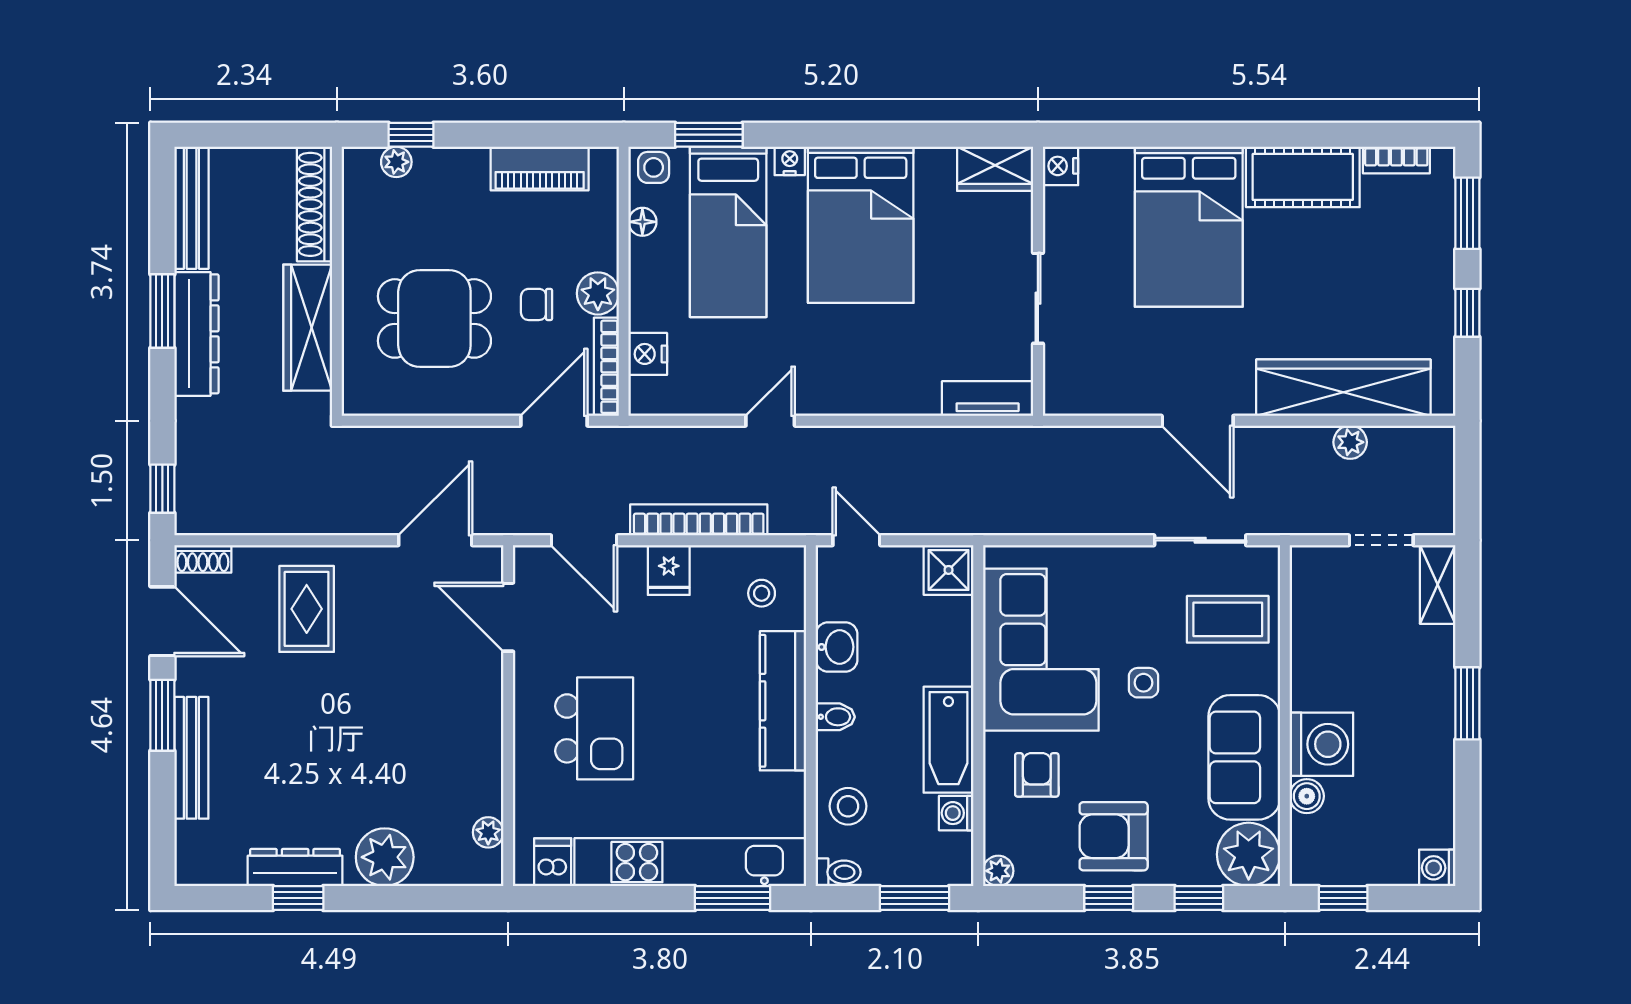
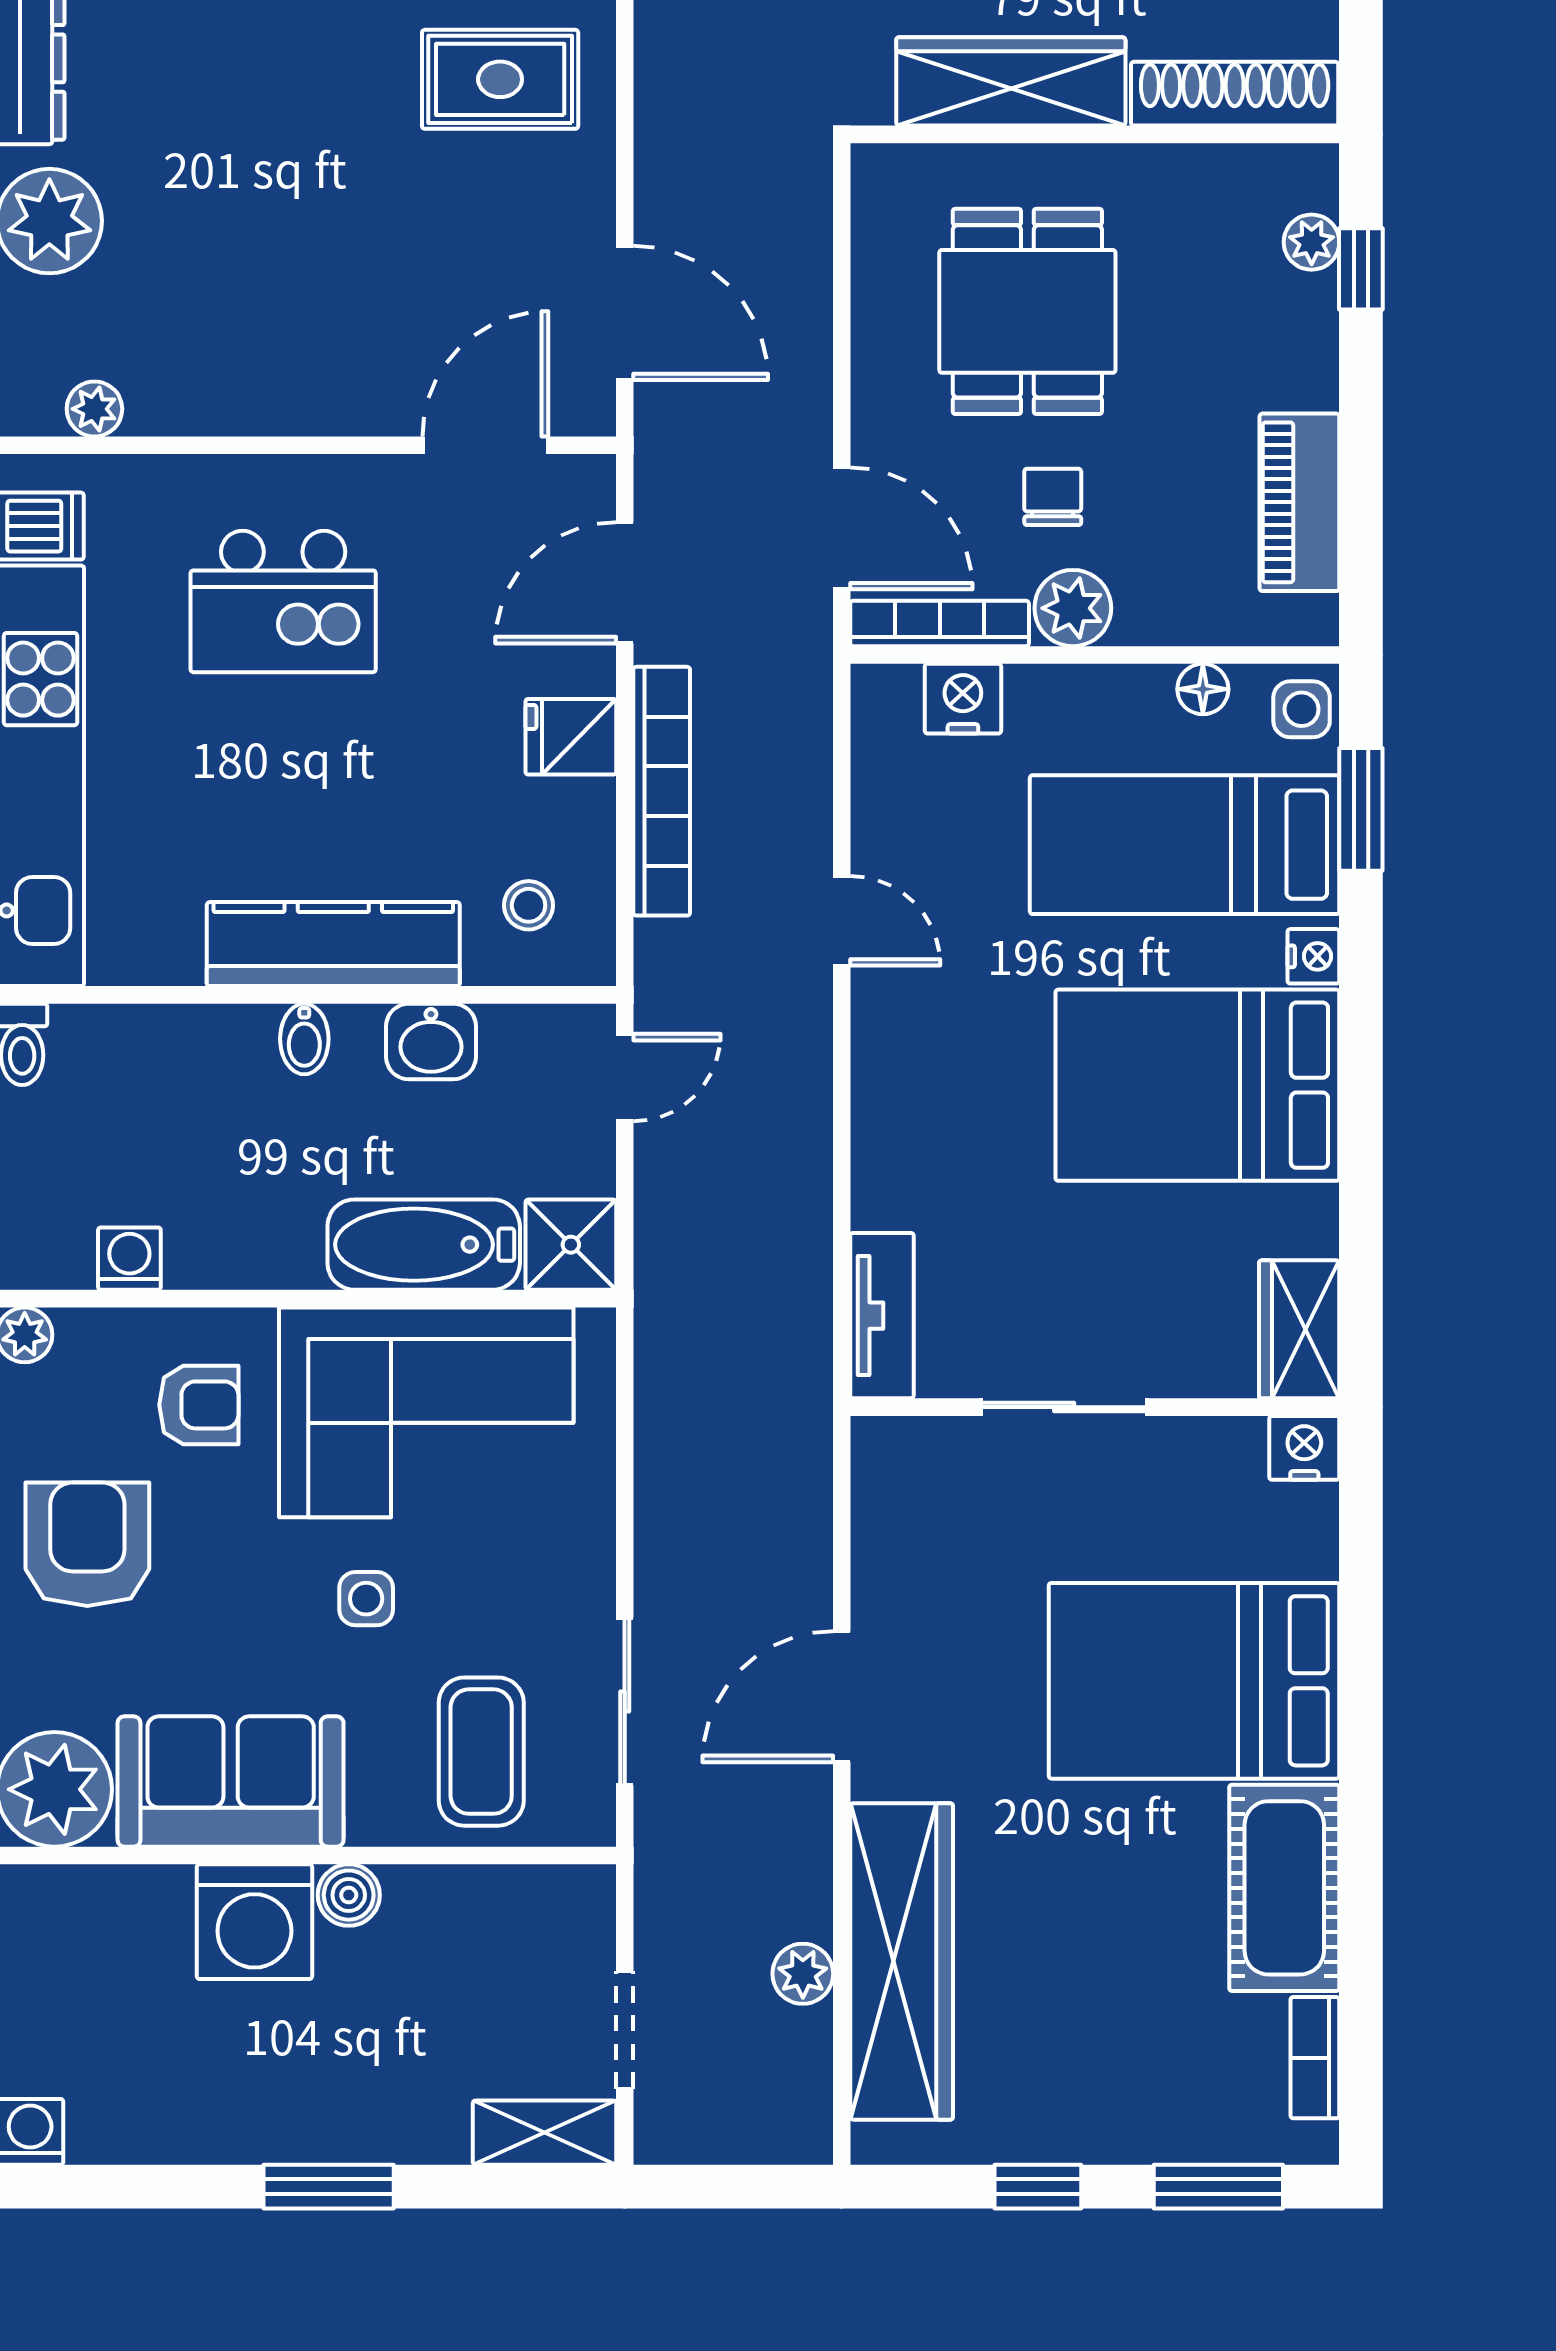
bathtub: (948, 740) -> (424, 1245), moved
boiler: (1307, 796) -> (349, 1895), moved
stool: (848, 806) -> (142, 1062), removed

